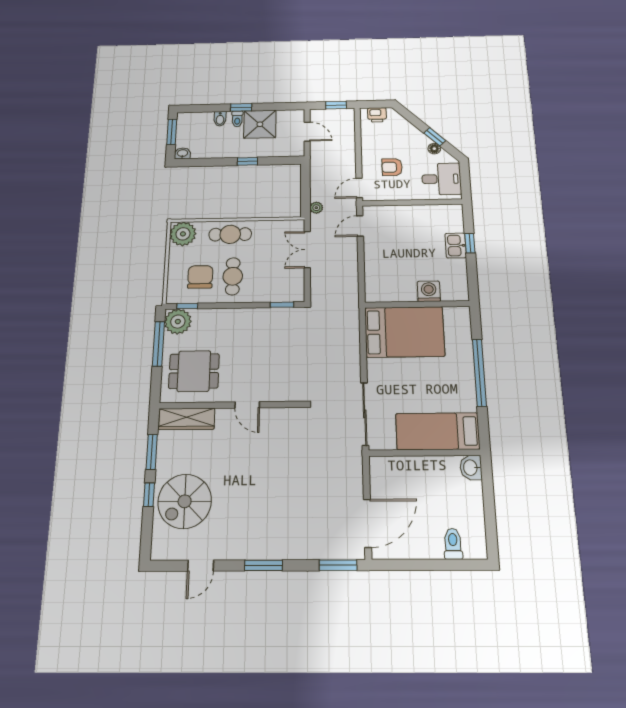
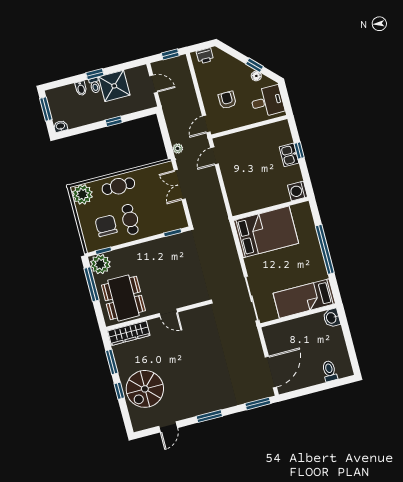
armchair: (392, 167) -> (227, 100), turned 90
washing machine: (429, 291) -> (298, 191), moved, turned -90
dining table: (194, 371) -> (123, 298), width x1.37

